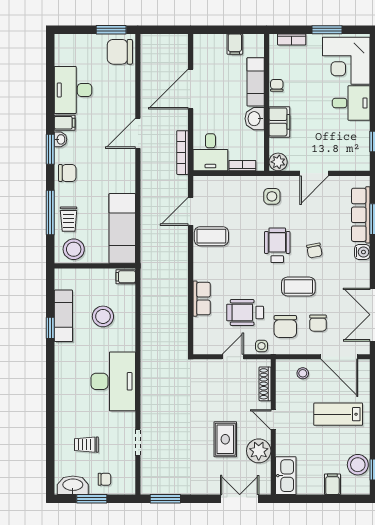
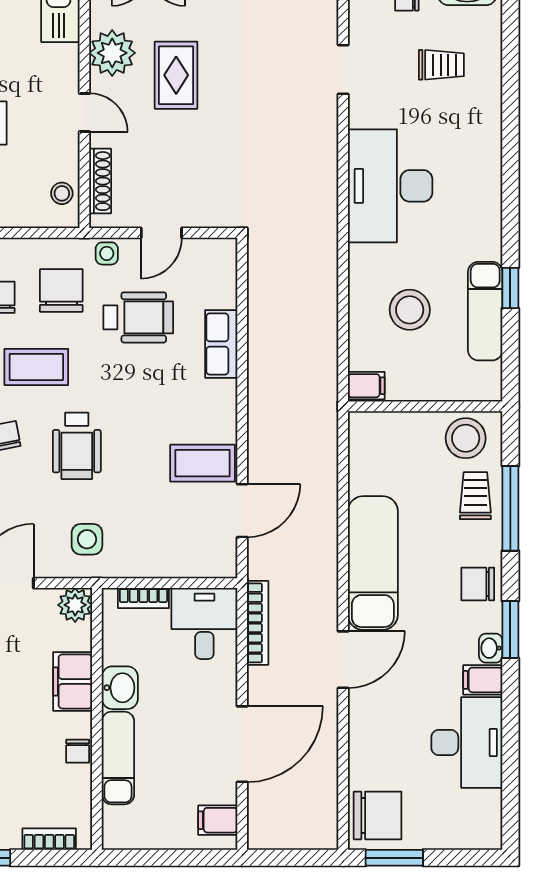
filing cabinet: (235, 44) -> (218, 820), moved, turned -90
exam couch: (122, 228) -> (373, 563), moved
stool: (303, 373) -> (62, 193), moved

